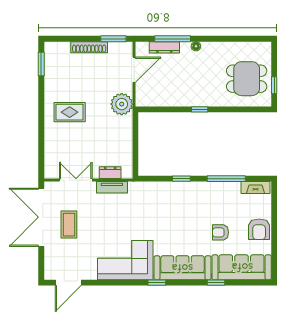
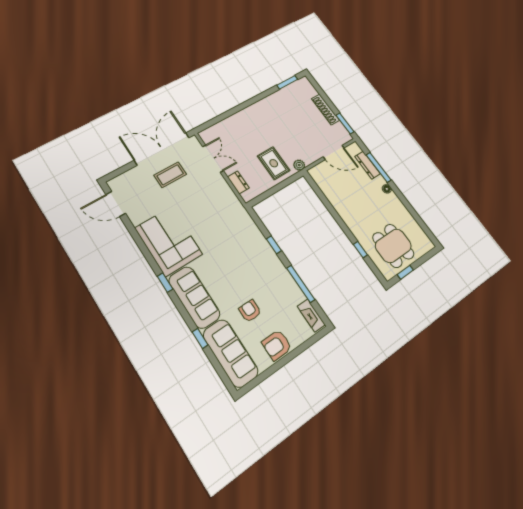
plant: (122, 104) -> (299, 165), width x0.53, depth x0.53
window: (200, 109) -> (360, 250), moved
rug: (70, 112) -> (274, 163), moved
tv unit: (112, 187) -> (227, 191), removed

